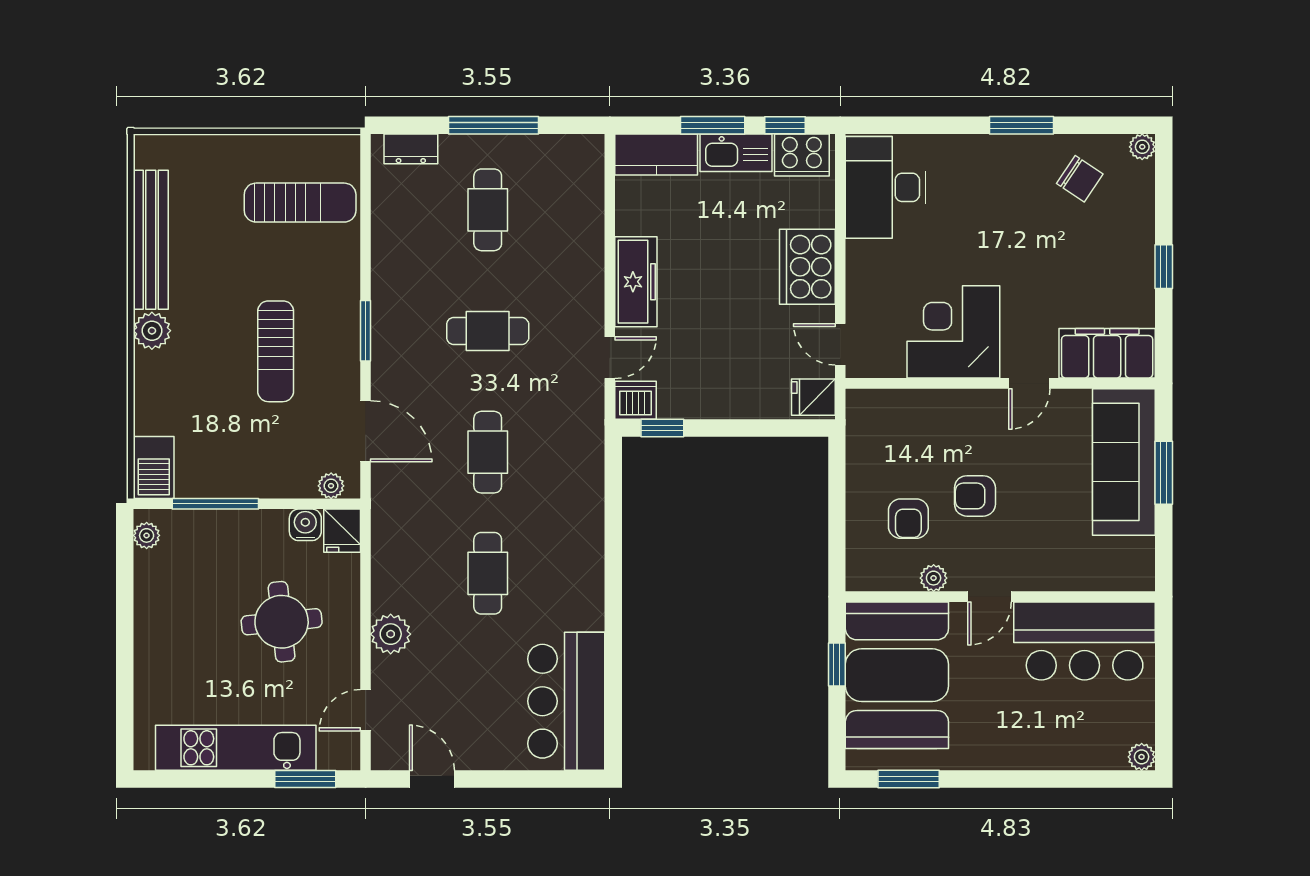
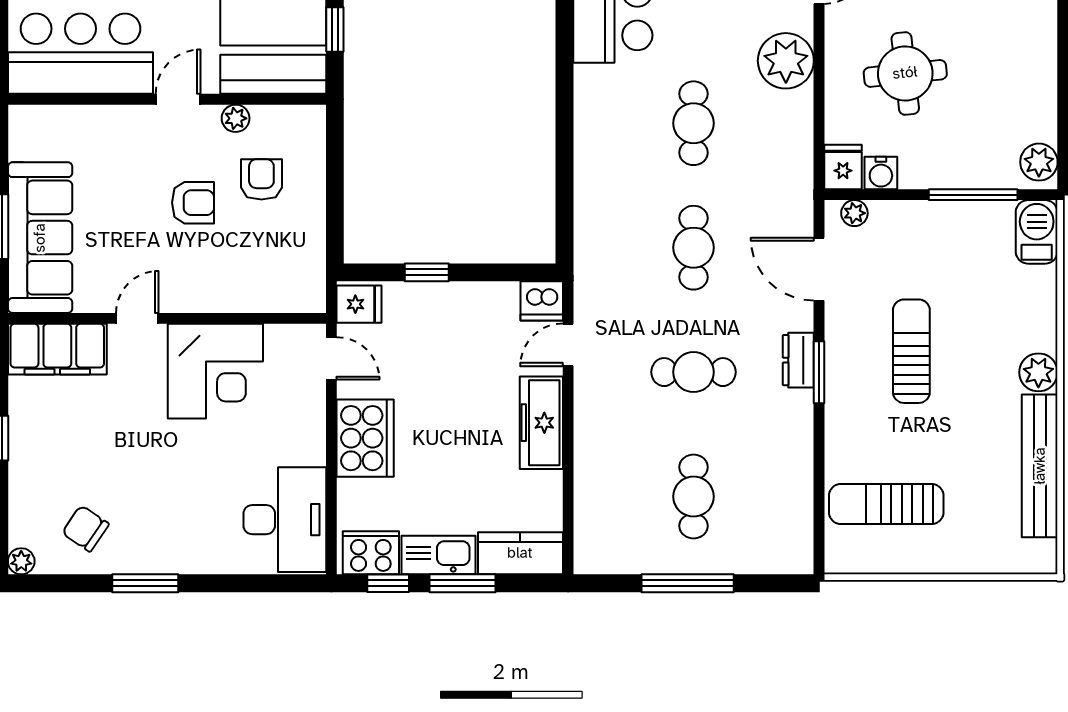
dresser: (411, 149) -> (798, 360), moved, turned -90
window: (662, 428) -> (427, 272), moved
plant: (147, 535) -> (1039, 162), width x1.38, depth x1.38
plant: (391, 634) -> (786, 61), width x1.36, depth x1.36

